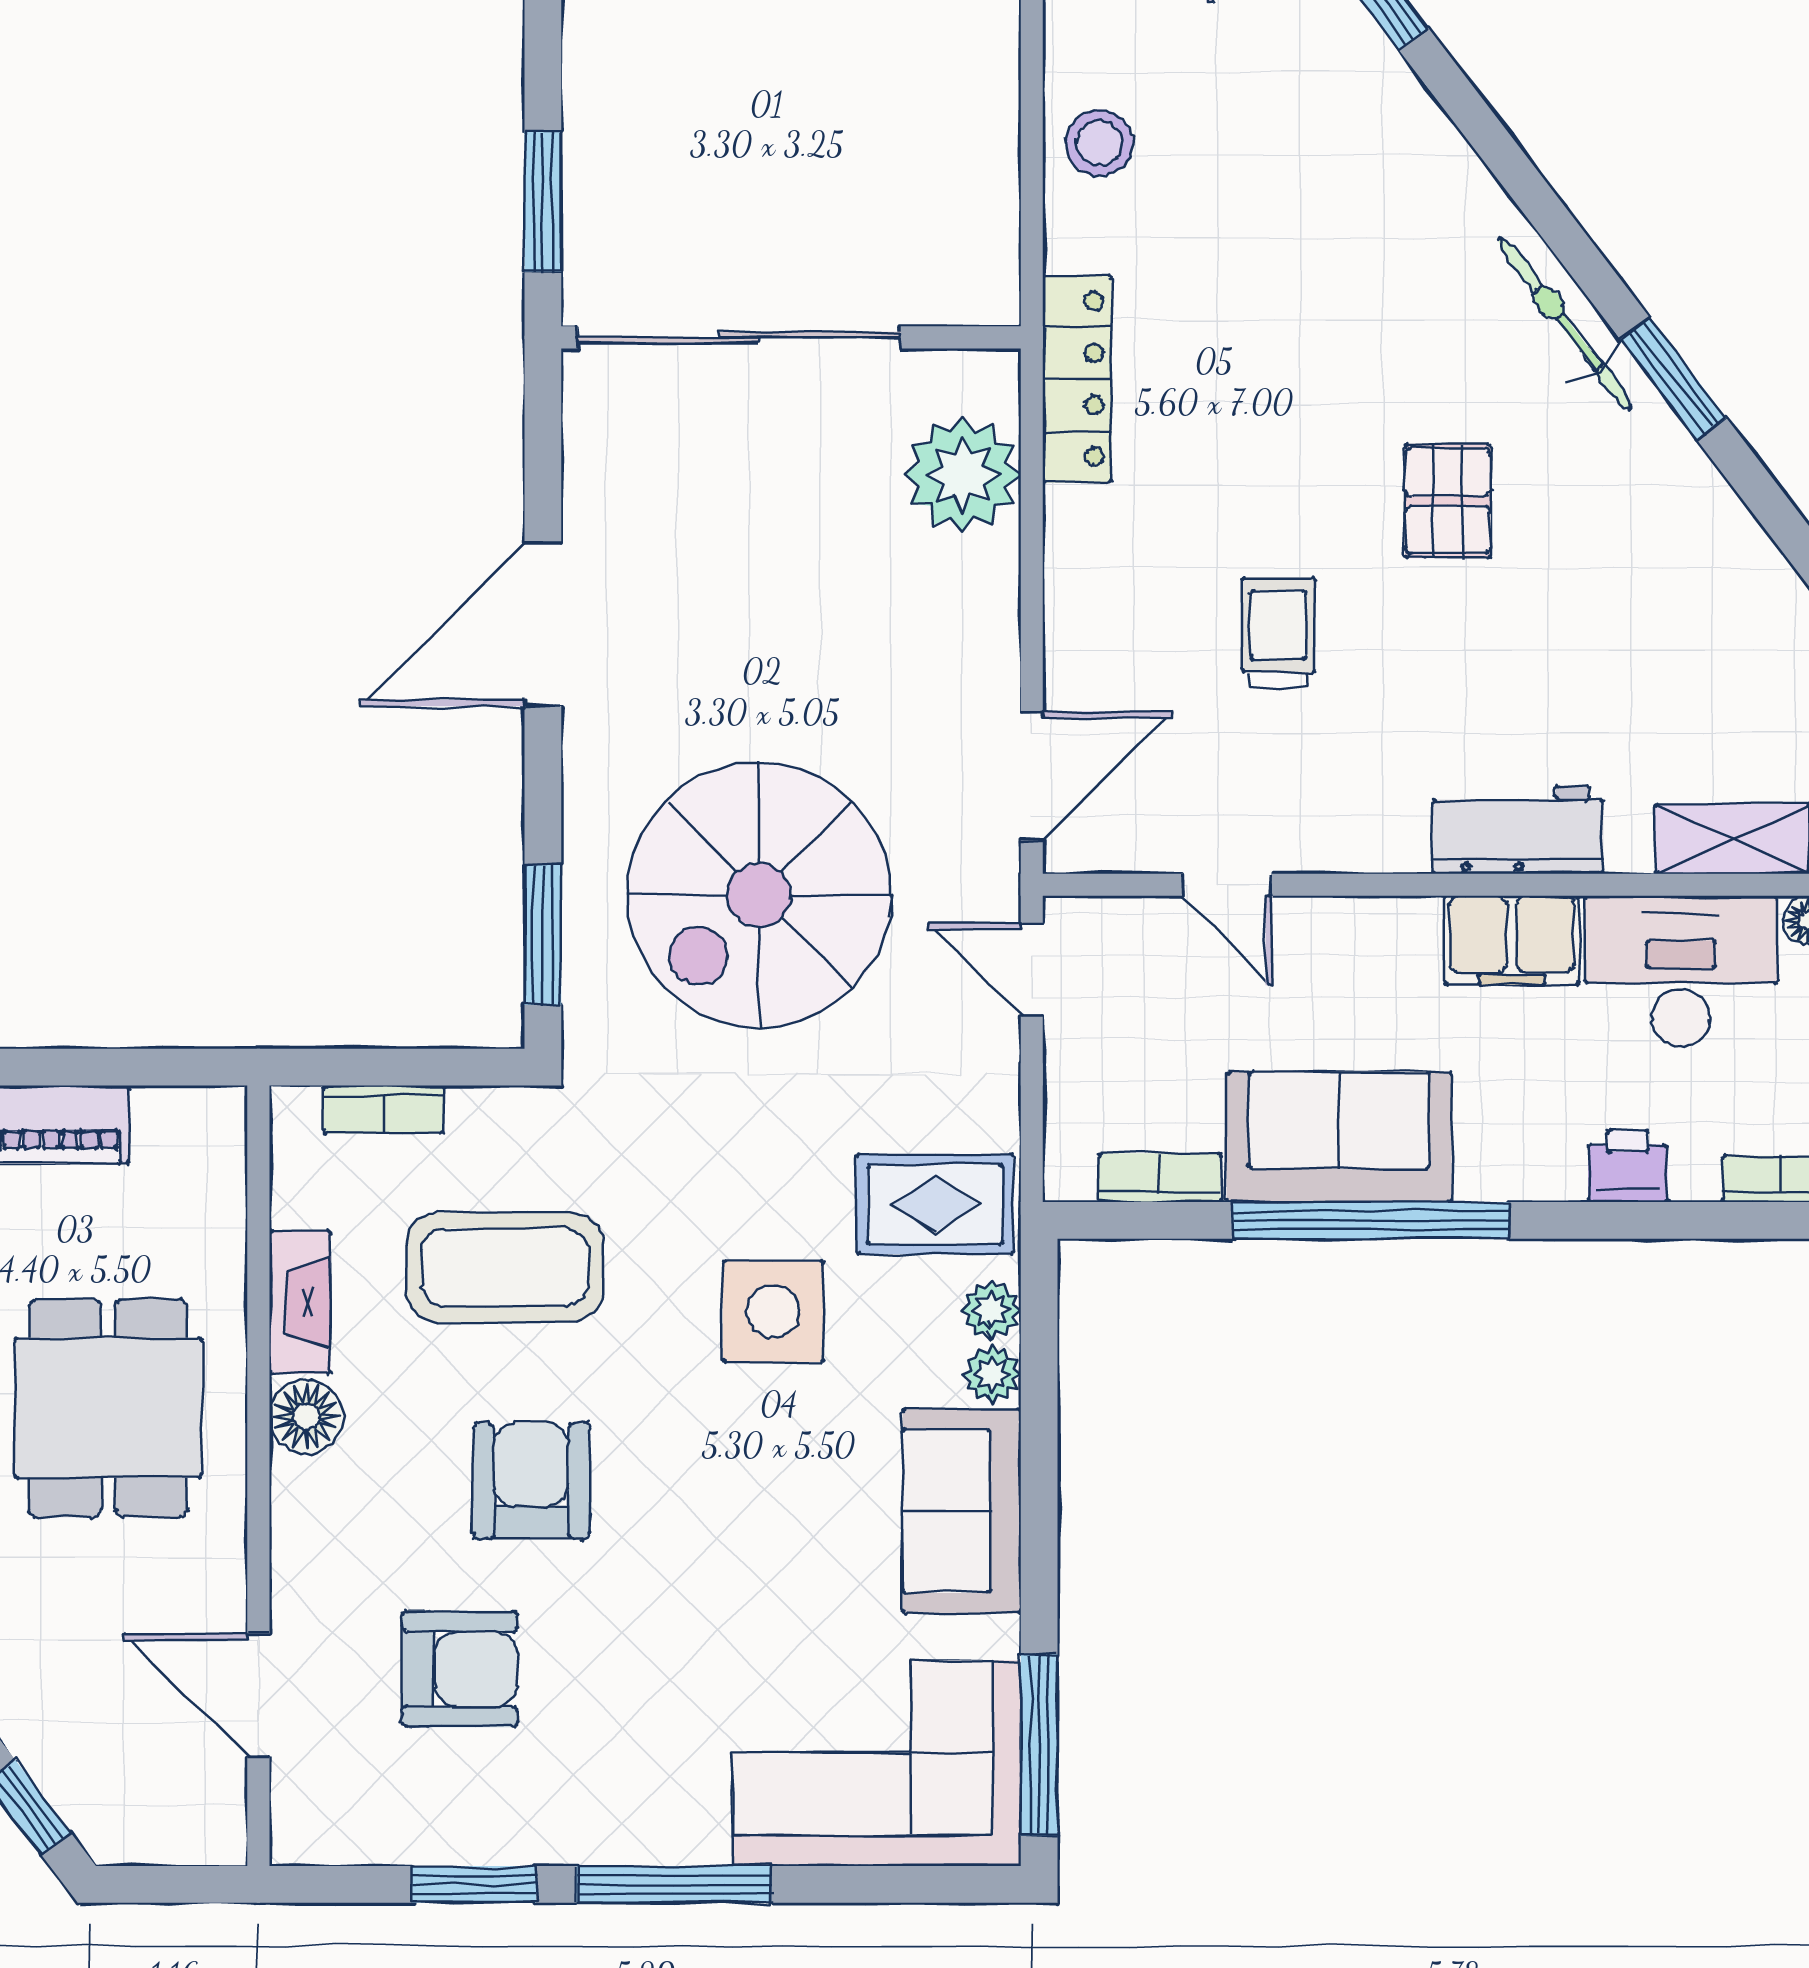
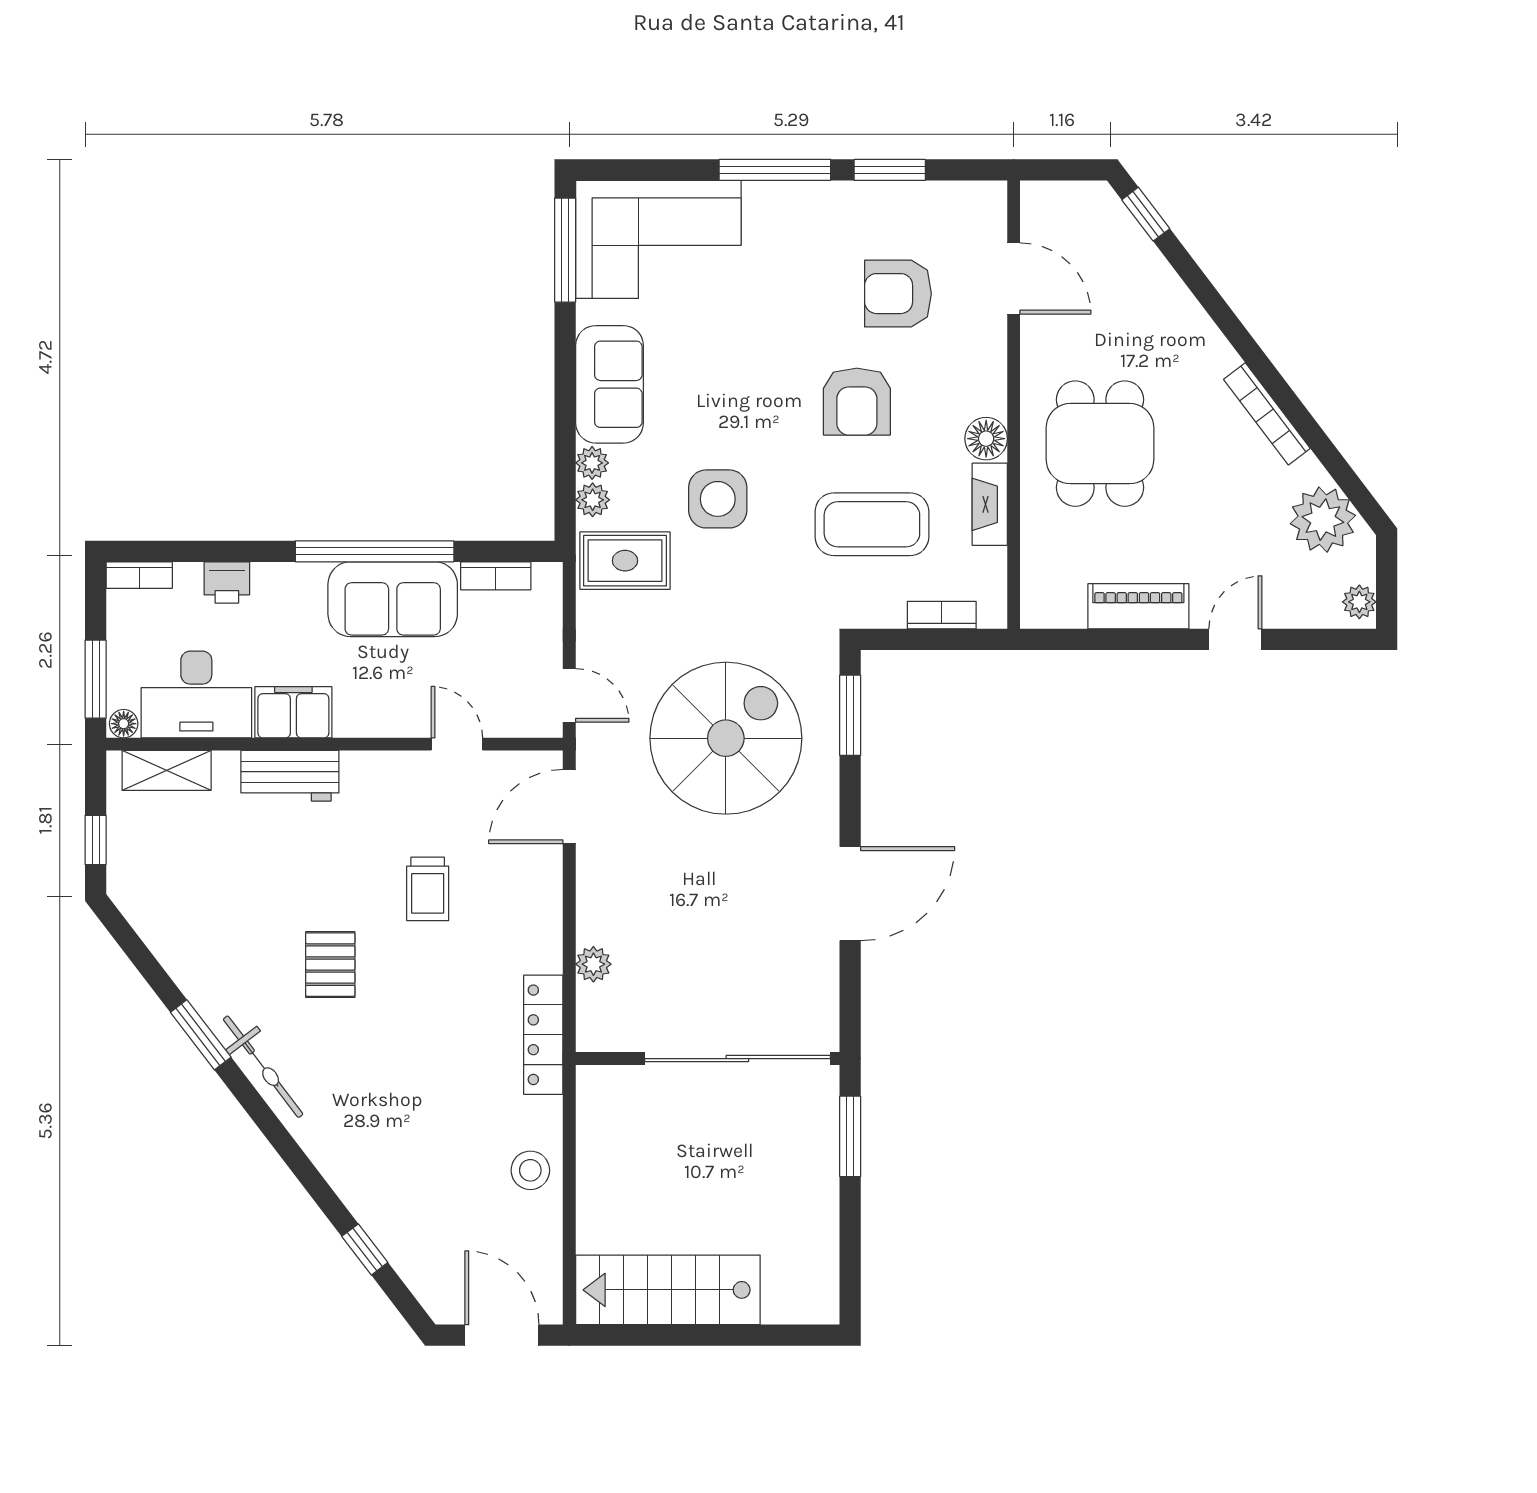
plant: (963, 475) -> (593, 964), width x0.53, depth x0.53

